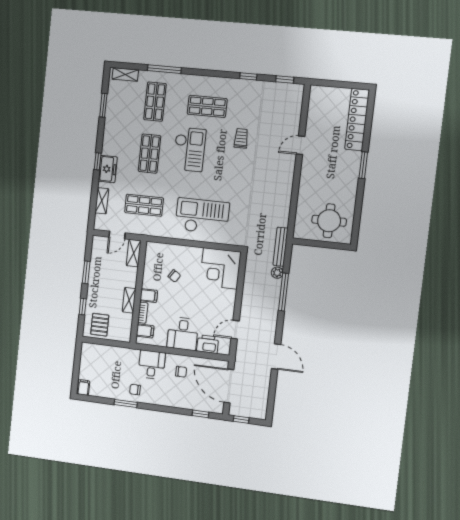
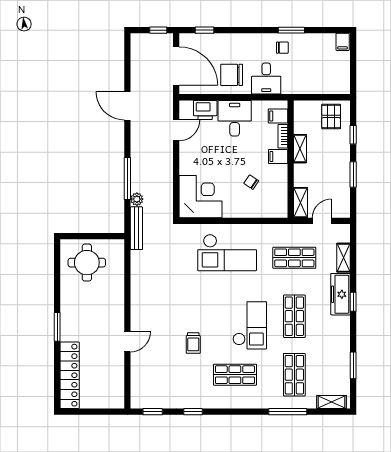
checkout: (189, 149) -> (250, 325), turned 180
freezer: (108, 169) -> (340, 294), width x1.40
chair: (181, 372) -> (232, 75), width x1.87, depth x1.87

